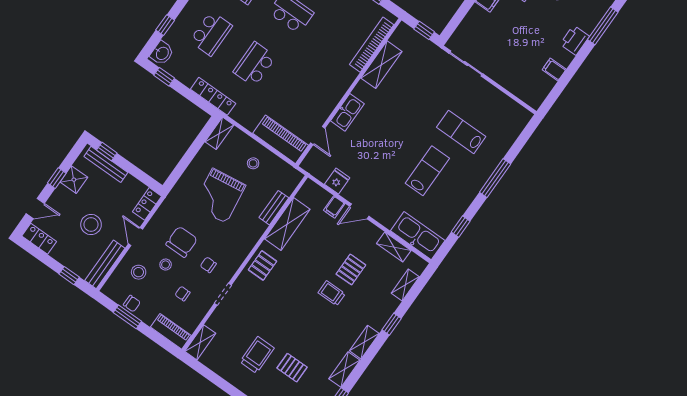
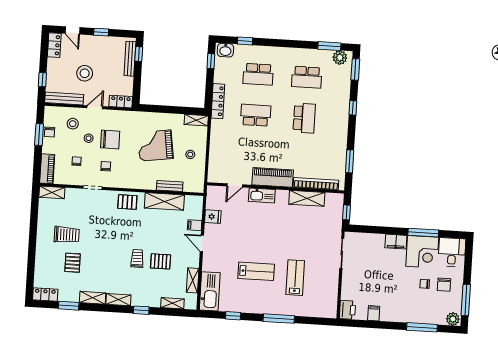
printer: (575, 40) -> (347, 310), moved, turned 90
piano: (281, 139) -> (273, 177), moved, turned -90
shower: (74, 180) -> (107, 44), removed

